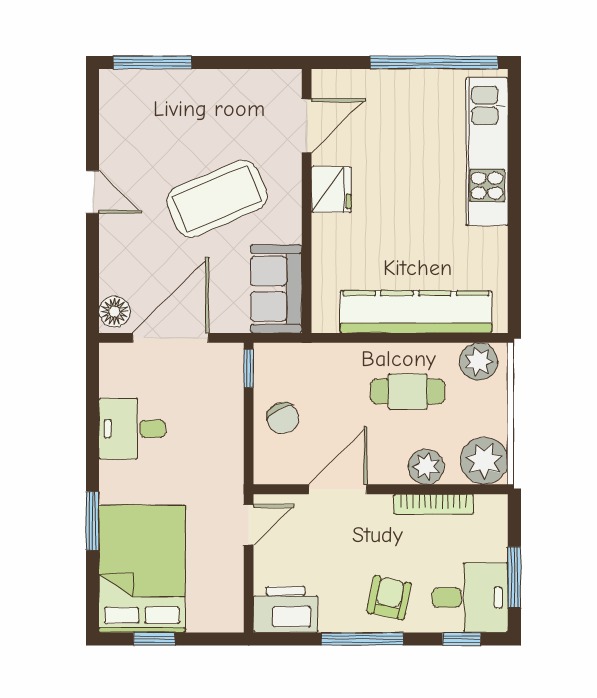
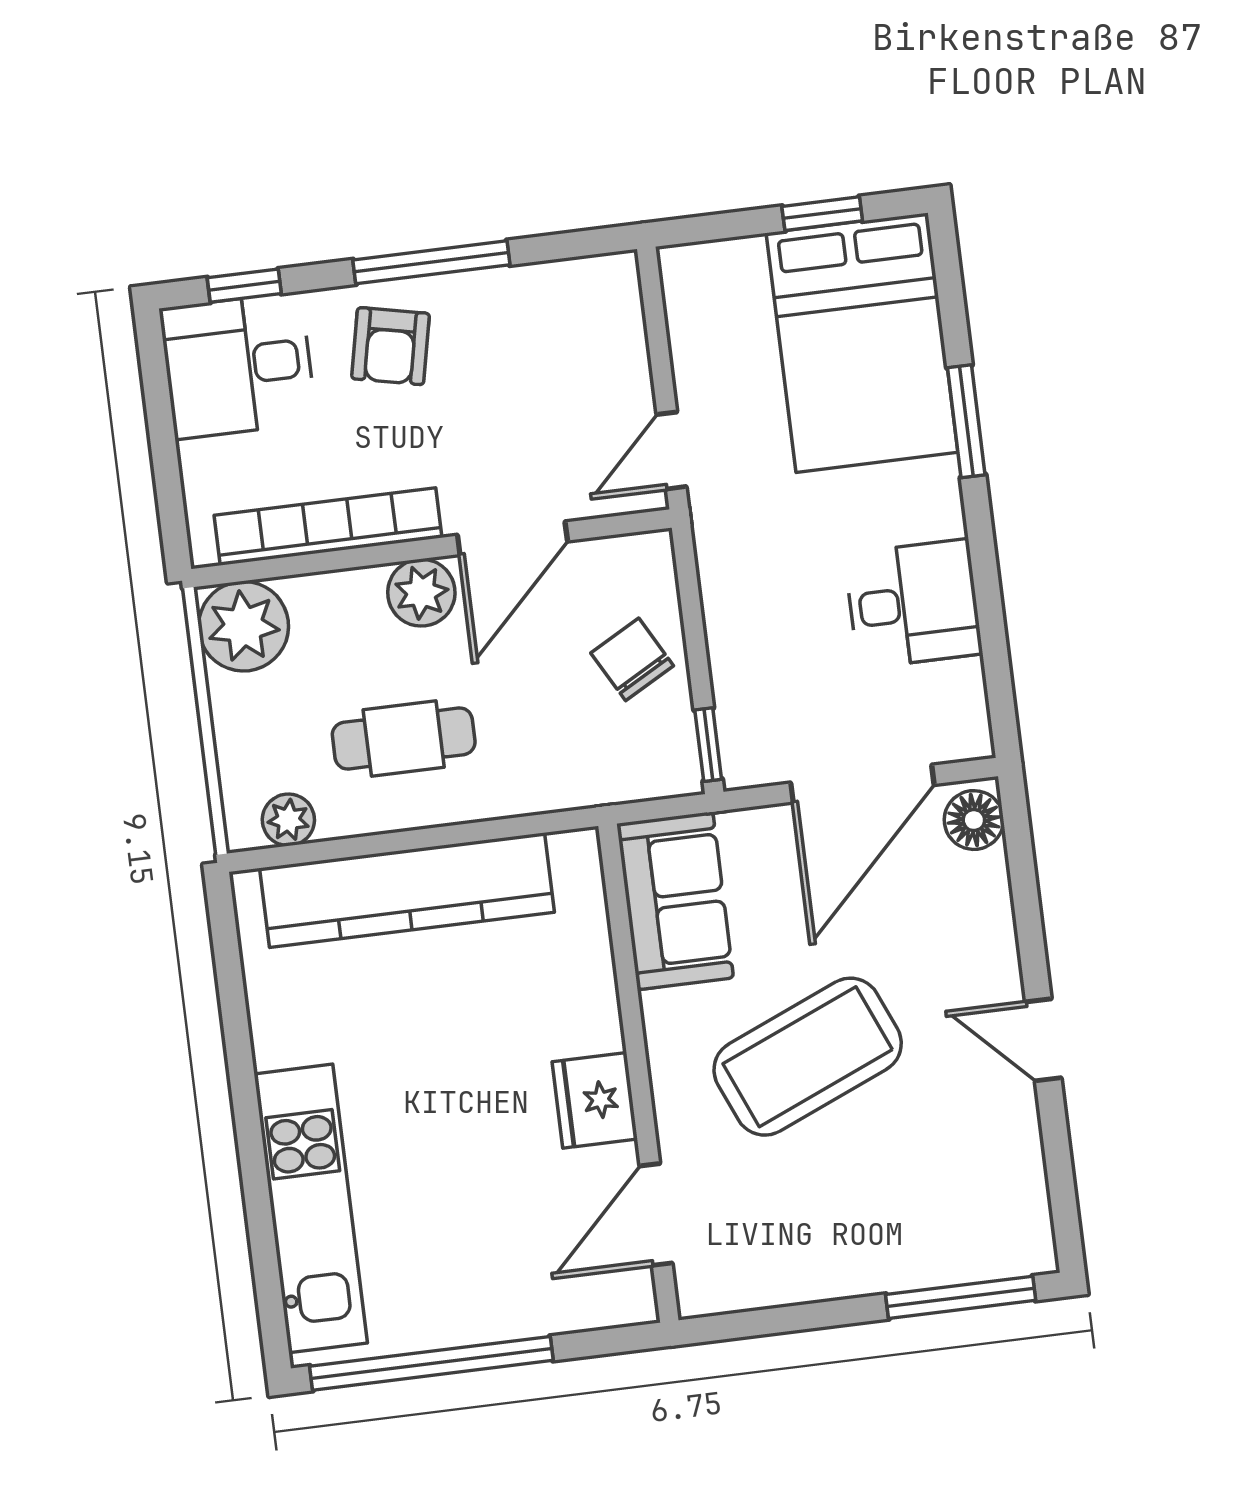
plant: (479, 362) -> (288, 820), width x0.73, depth x0.73
plant: (426, 467) -> (421, 593), moved
bookcase: (434, 504) -> (328, 526), width x1.48, depth x1.31
window: (514, 577) -> (160, 414), removed
printer: (286, 609) -> (582, 300), removed

